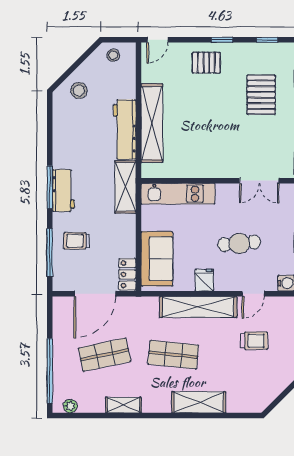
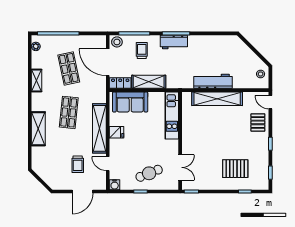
pallet: (206, 63) -> (258, 122), moved
stool: (79, 90) -> (117, 42), moved
double door: (259, 181) -> (180, 167), swing flipped
shelving: (125, 187) -> (149, 82), moved
cafe table: (239, 243) -> (149, 173), moved, turned 73

